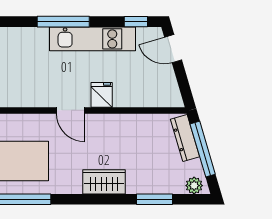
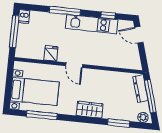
window: (63, 22) -> (65, 11), moved
window: (136, 22) -> (108, 15), moved
fridge: (102, 95) -> (51, 53), moved

